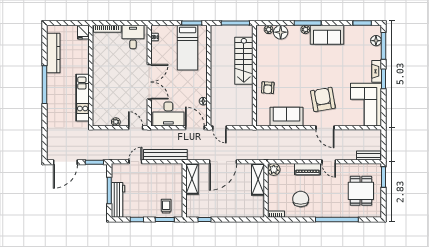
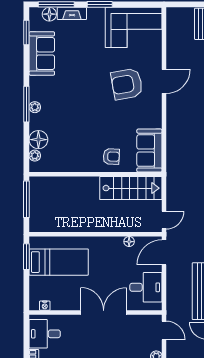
sofa: (327, 35) -> (42, 53), moved
stairs: (244, 61) -> (131, 188), moved
fireplace: (377, 71) -> (72, 13), moved
desk: (168, 114) -> (146, 287), width x0.73
sofa: (286, 117) -> (149, 151), moved
door: (136, 128) -> (164, 330), swing flipped

